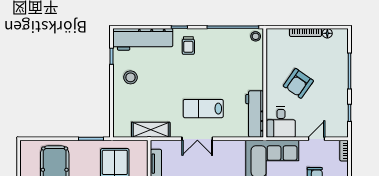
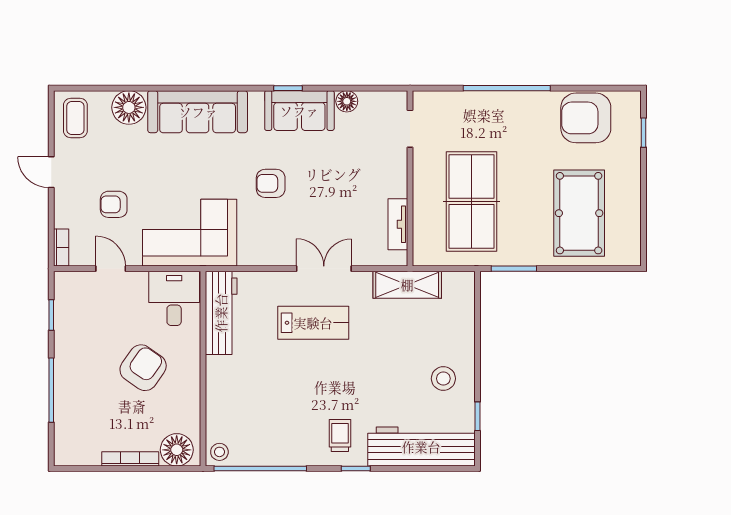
floor lamp: (327, 33) -> (177, 450), moved, width x1.89, depth x1.89
door: (316, 139) -> (111, 269), swing flipped

